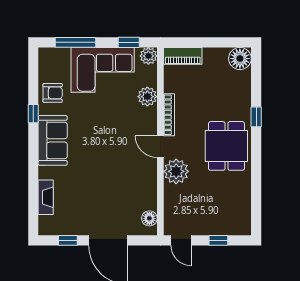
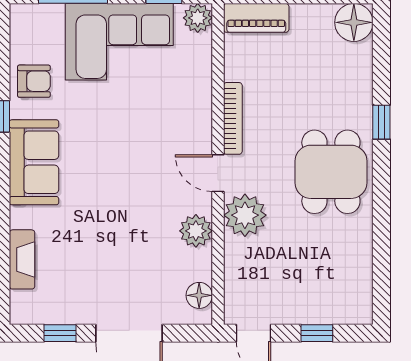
plant: (147, 97) -> (196, 231), moved

